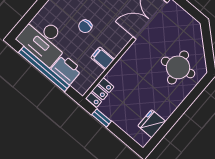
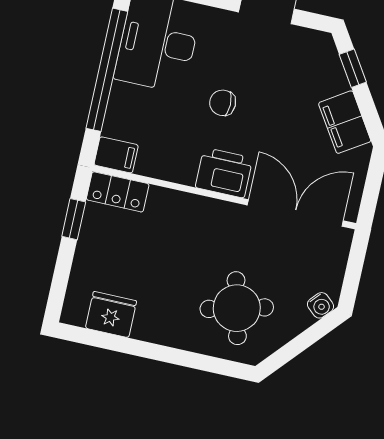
water cooler: (196, 30) -> (320, 305), added
filing cabinet: (103, 58) -> (116, 155), moved, turned 90
printer: (66, 70) -> (224, 173), moved, turned -90

